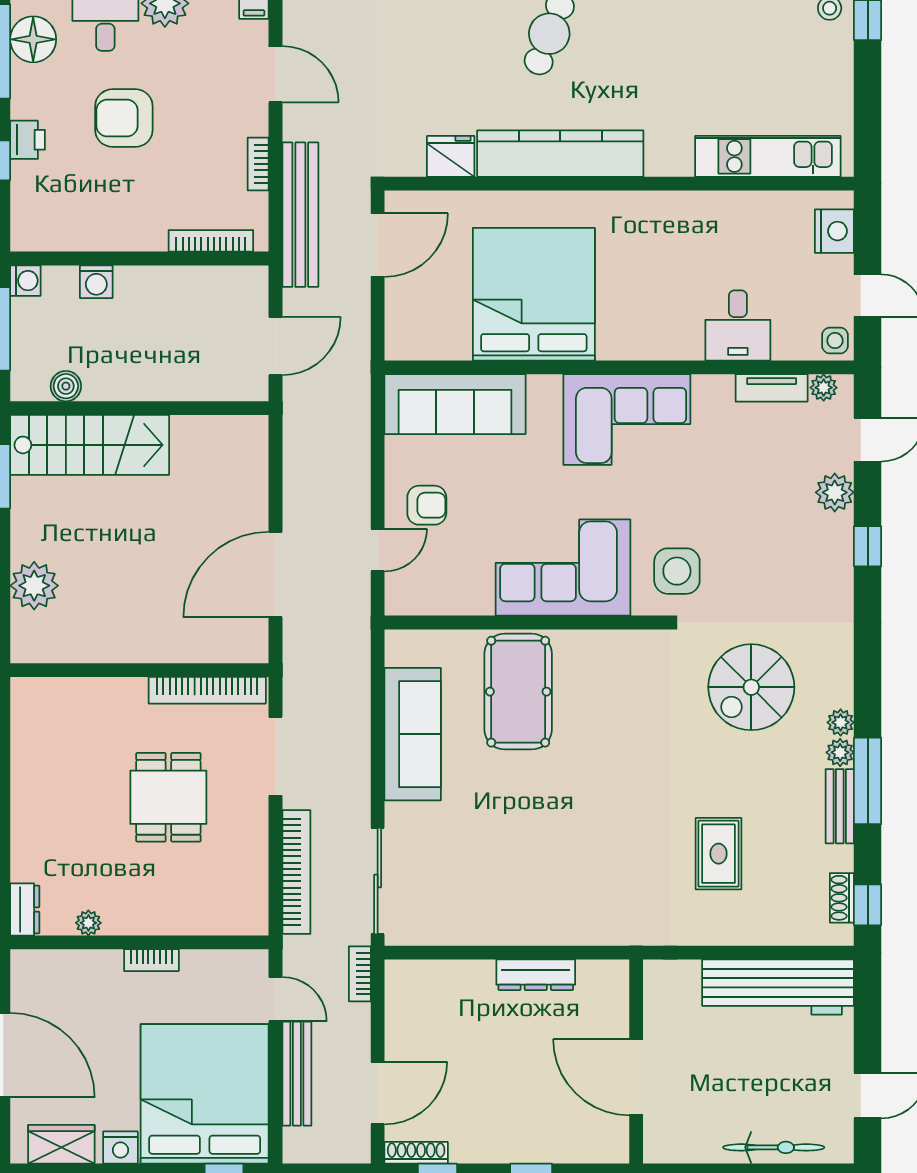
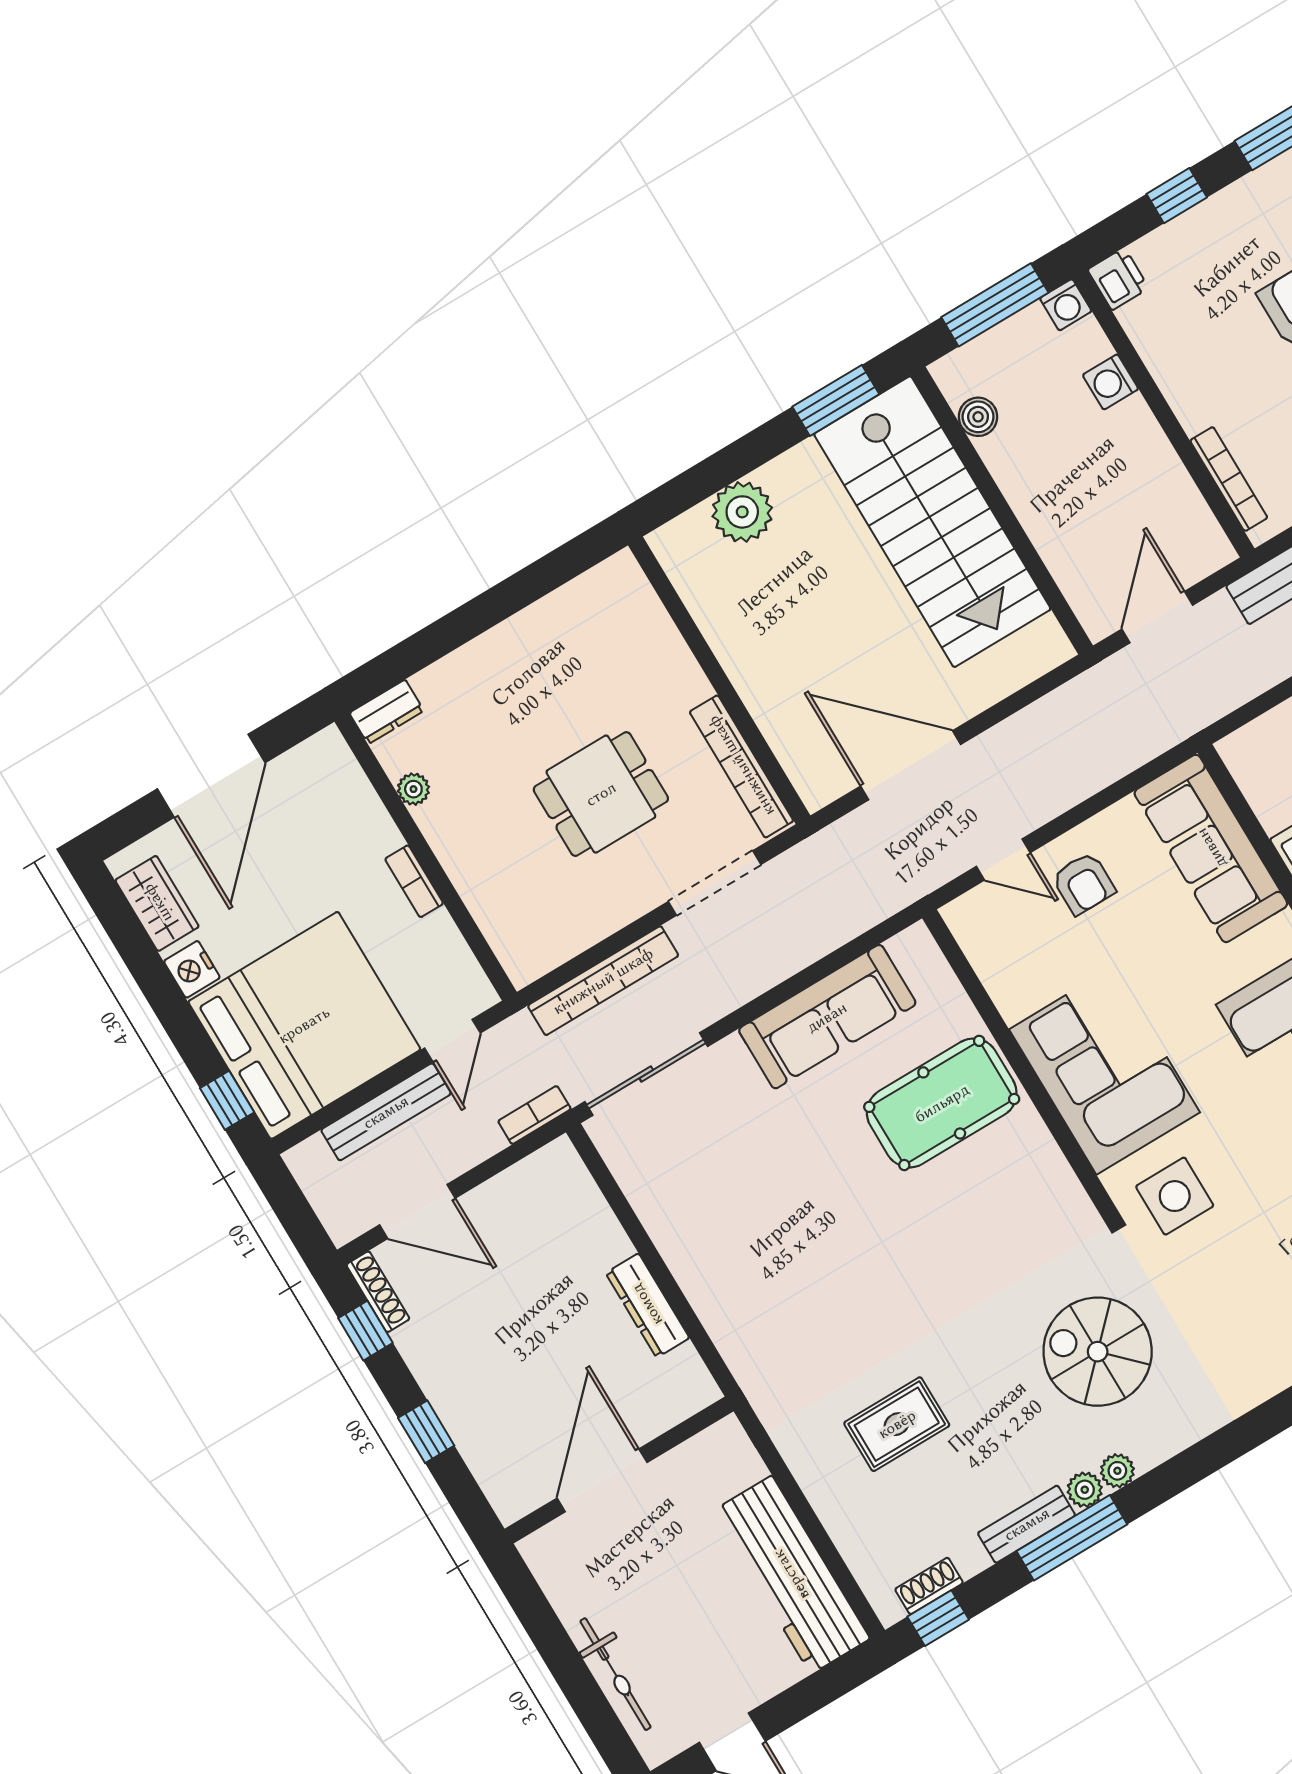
printer: (28, 140) -> (1118, 279), moved, turned -90
door: (276, 346) -> (1157, 617), swing flipped
stairs: (90, 445) -> (932, 522), width x1.36, depth x1.51

